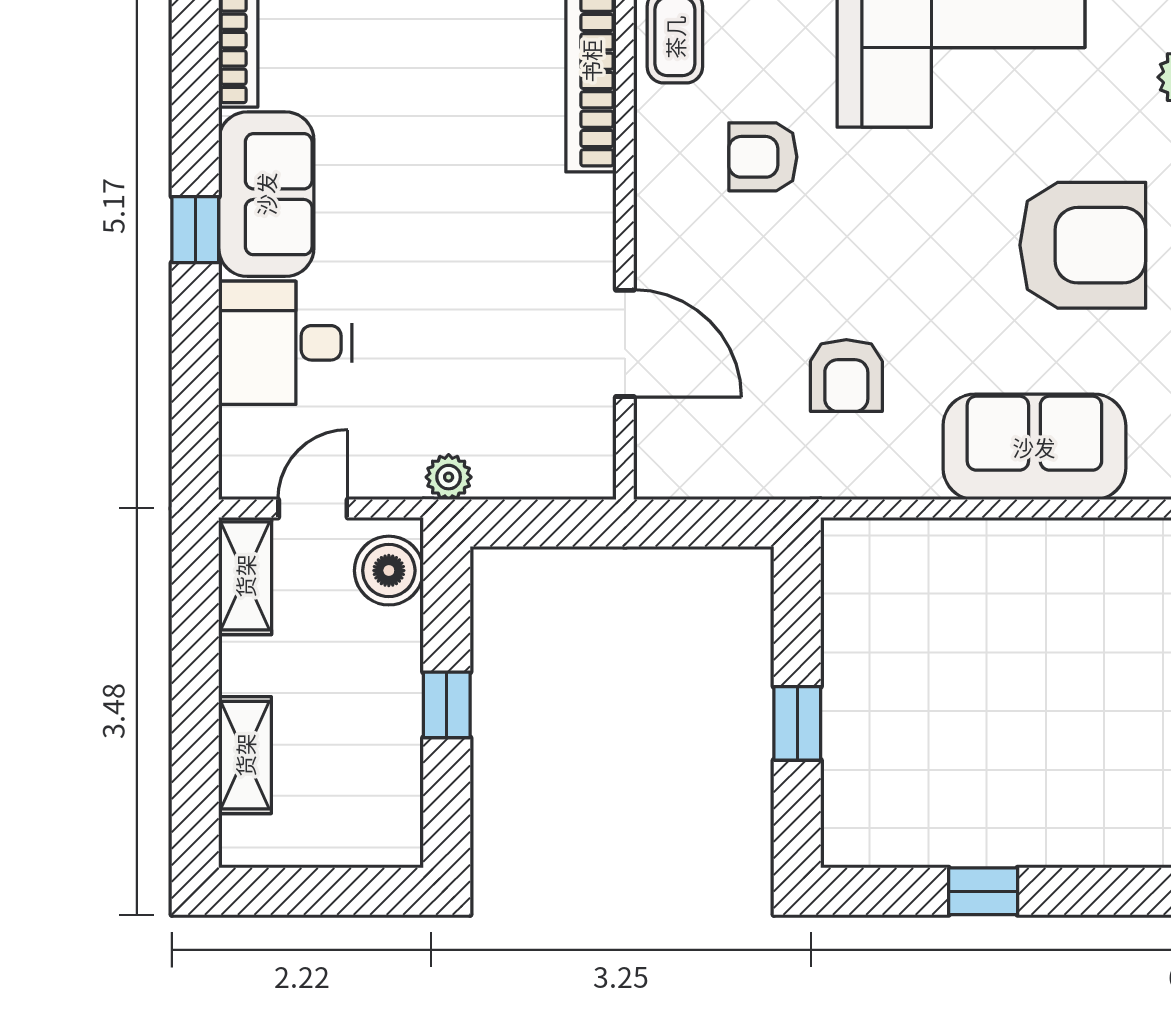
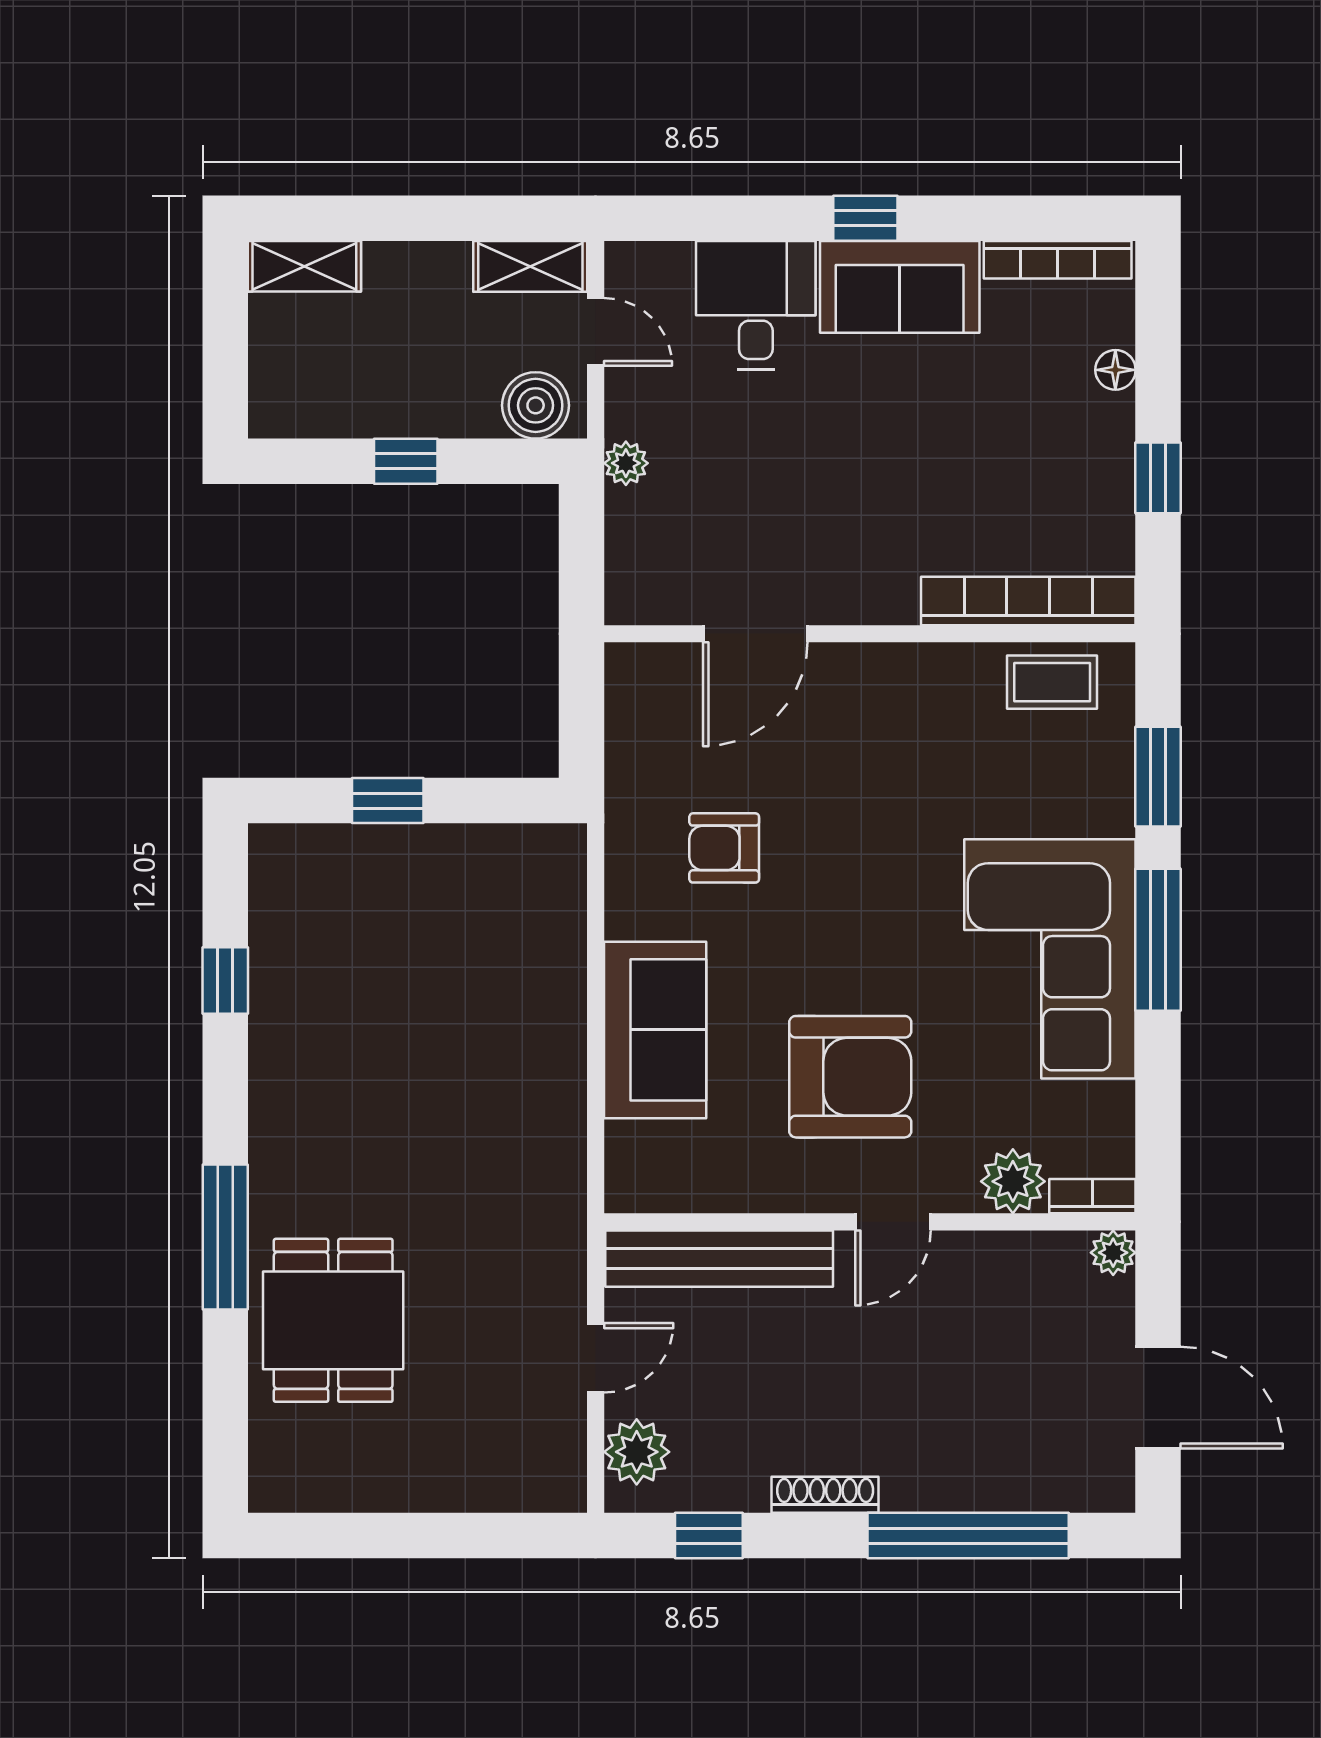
armchair: (763, 157) -> (936, 767), removed
armchair: (1083, 245) -> (850, 1077), turned -90
shelving: (245, 755) -> (304, 266), moved

